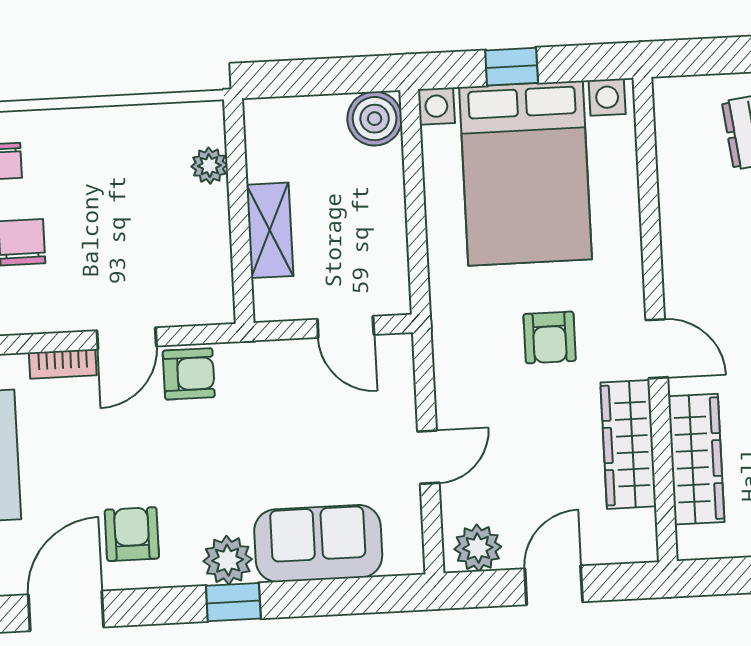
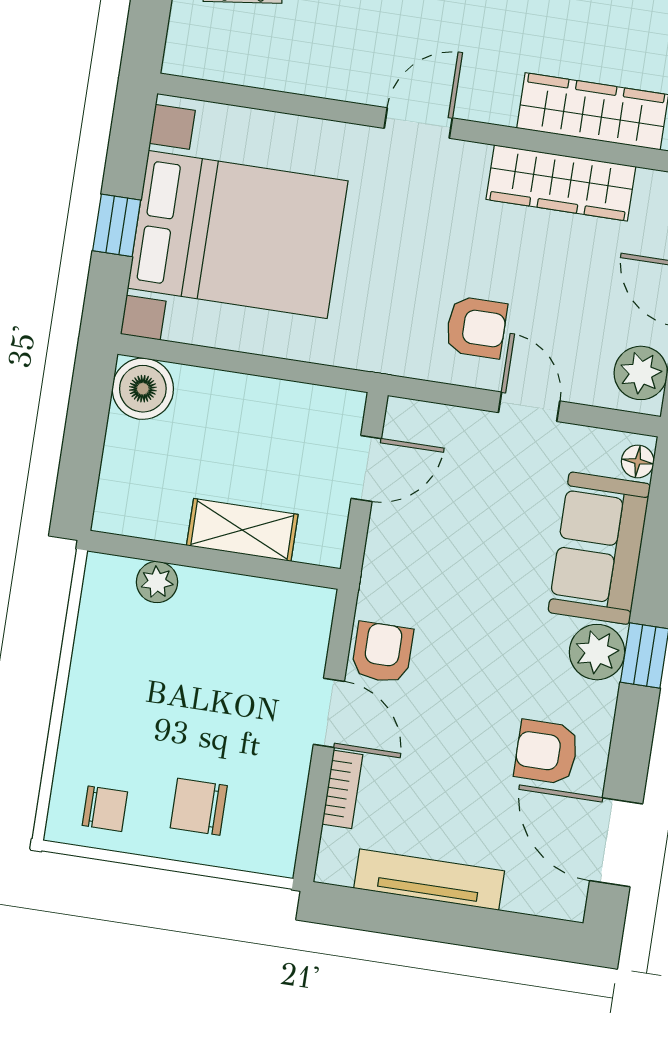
armchair: (550, 337) -> (476, 327), moved
door: (657, 349) -> (418, 123), moved
floor lamp: (400, 561) -> (638, 461), added

